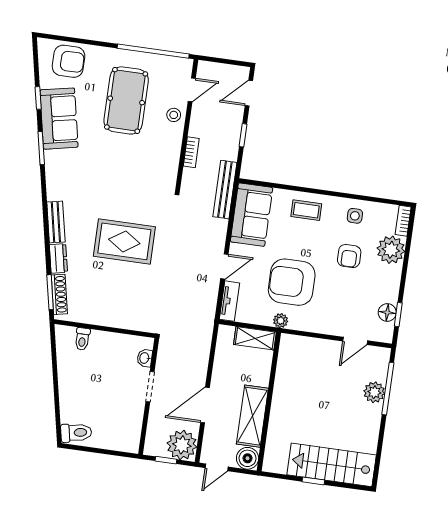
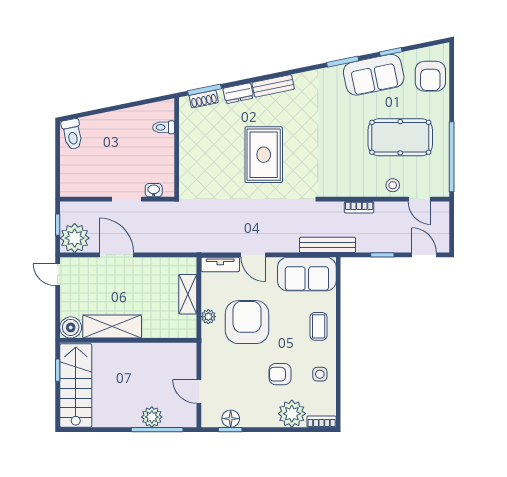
shoe rack: (59, 294) -> (204, 99), width x0.70
wall: (269, 402) -> (128, 340), moved
shelving: (252, 416) -> (112, 327), moved
boiler: (248, 458) -> (71, 327), moved

